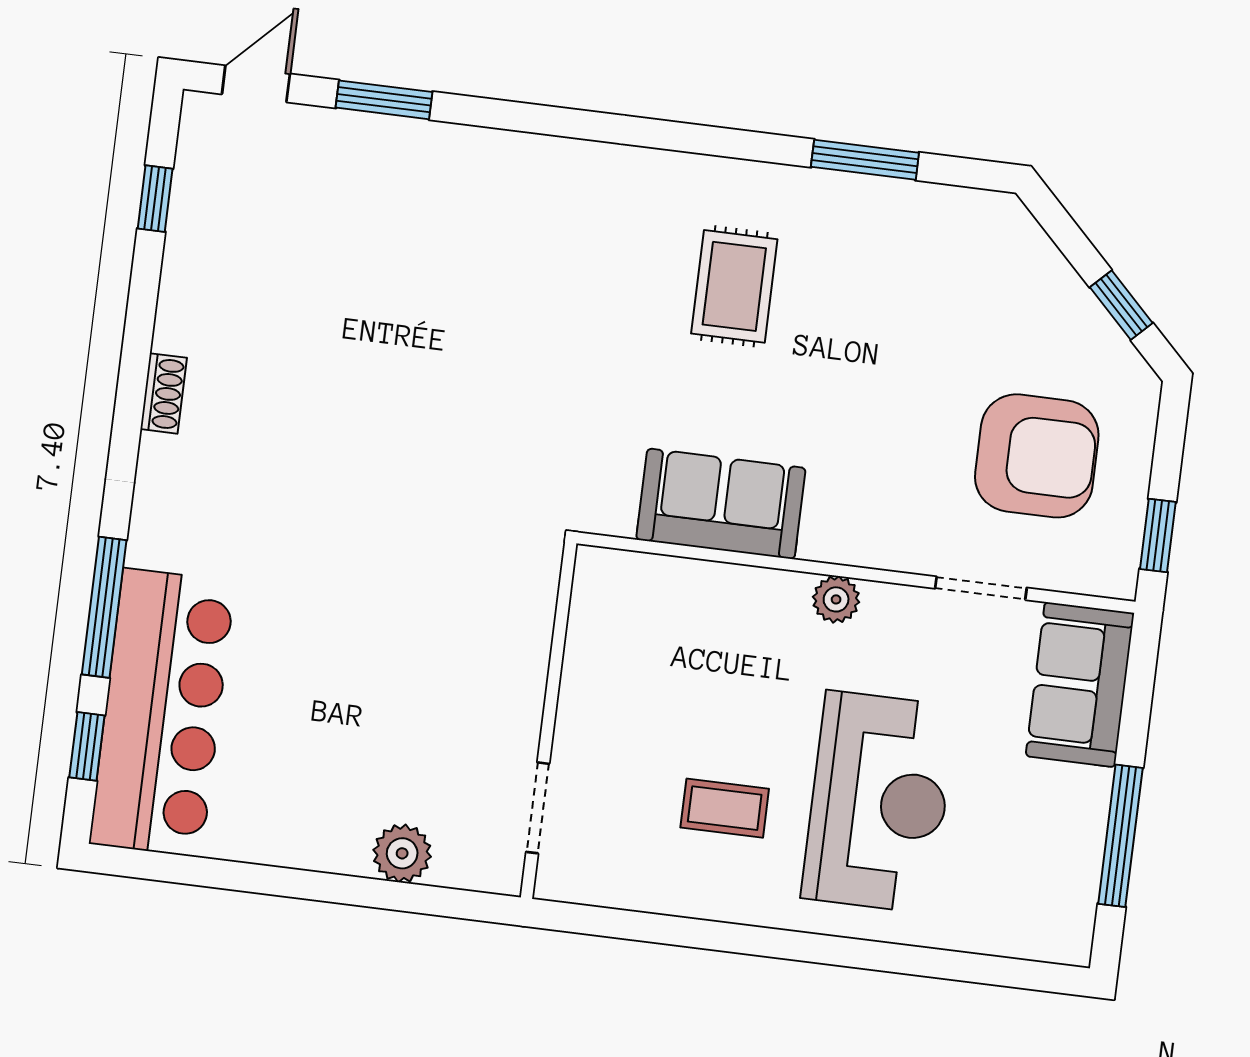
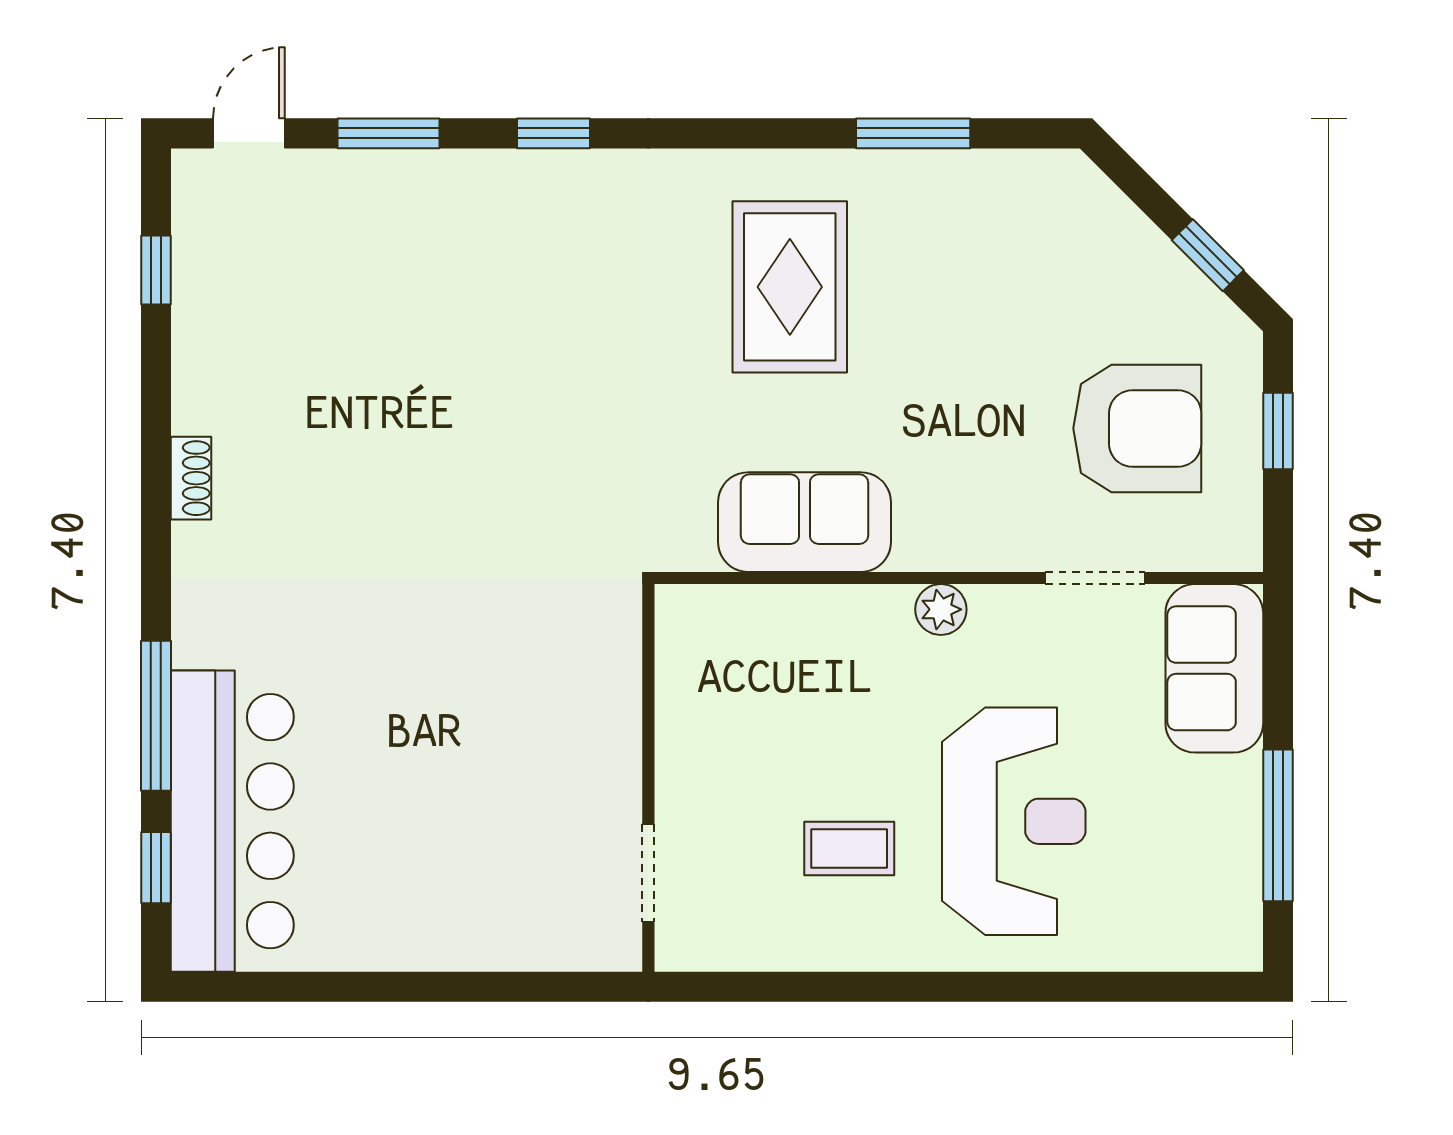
window: (535, 119) -> (554, 133), added
rug: (734, 286) -> (790, 287), width x1.36, depth x1.43
window: (1158, 536) -> (1278, 431), moved
plant: (402, 853) -> (509, 940), removed

